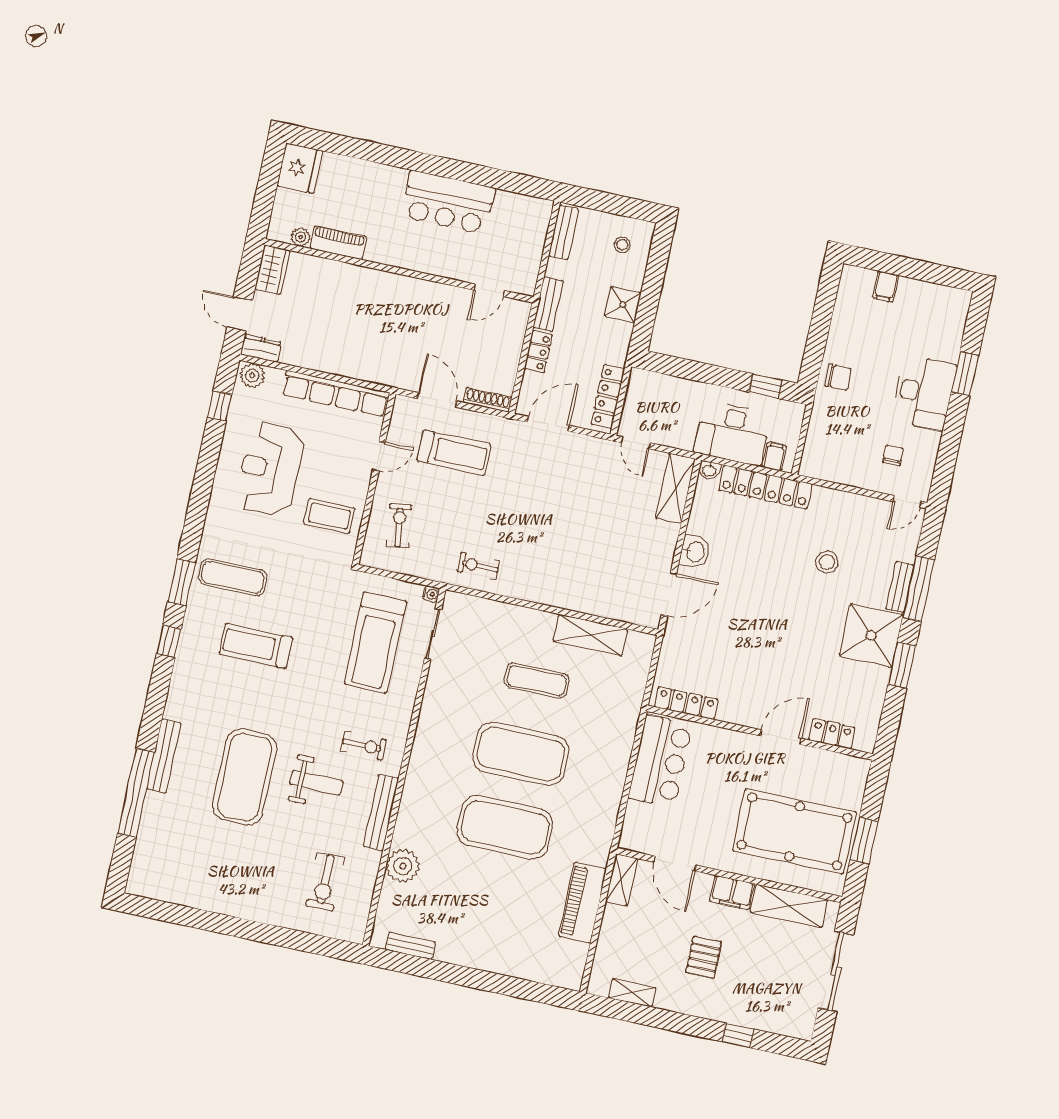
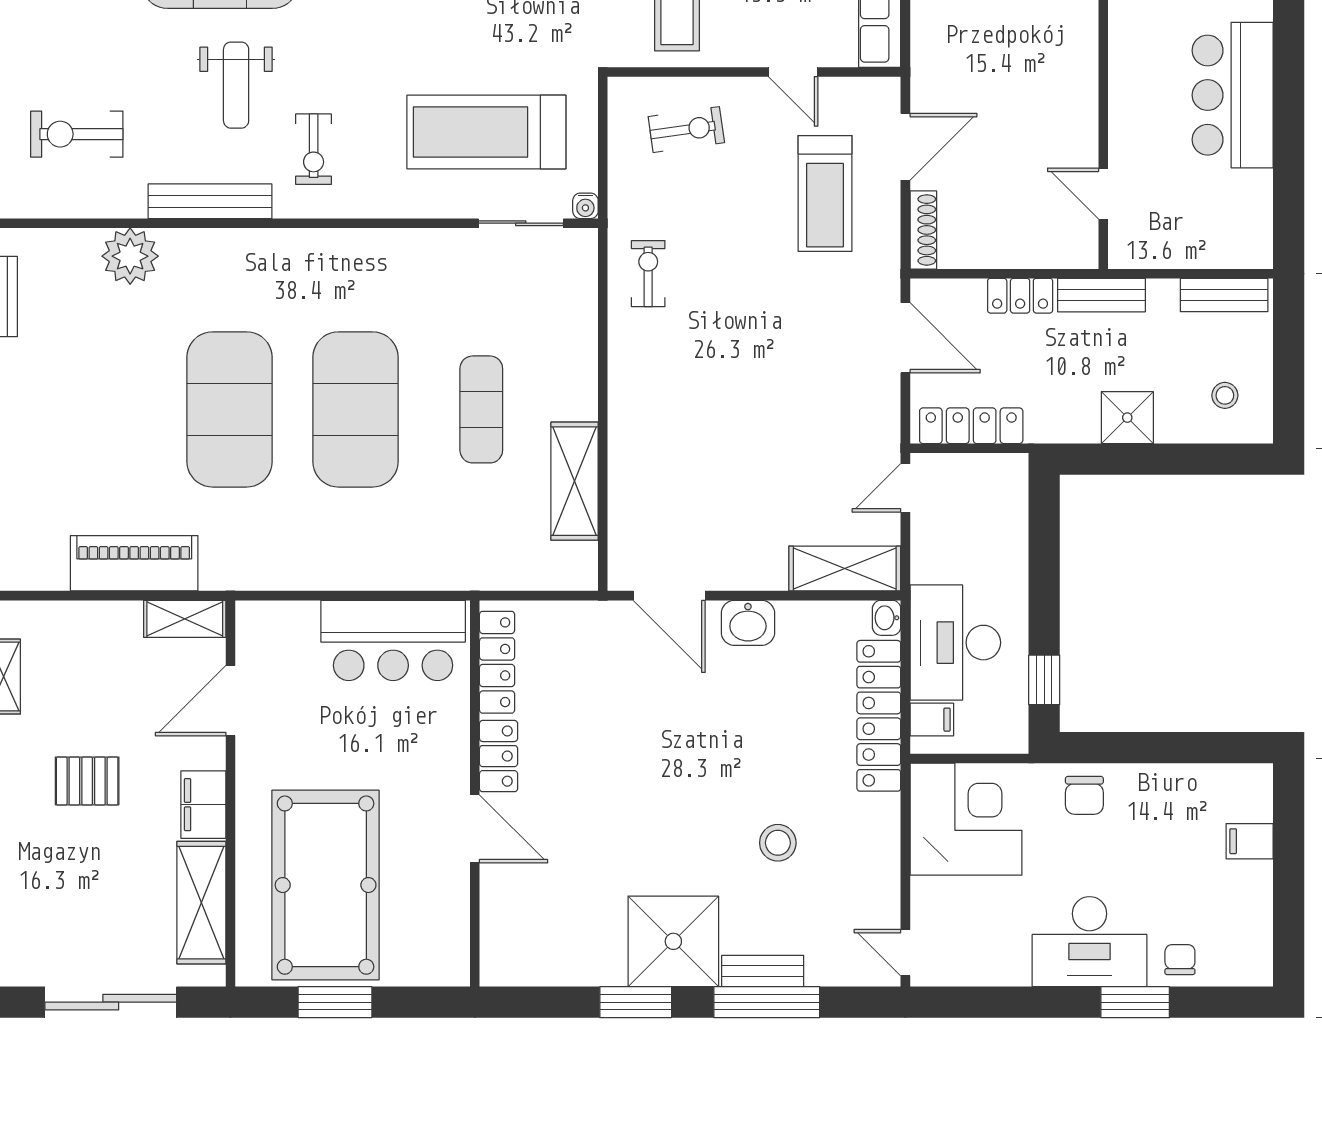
corner desk: (837, 449) -> (966, 819), added
chair: (893, 455) -> (1180, 960), moved, turned -90
locker: (832, 734) -> (499, 756), moved

